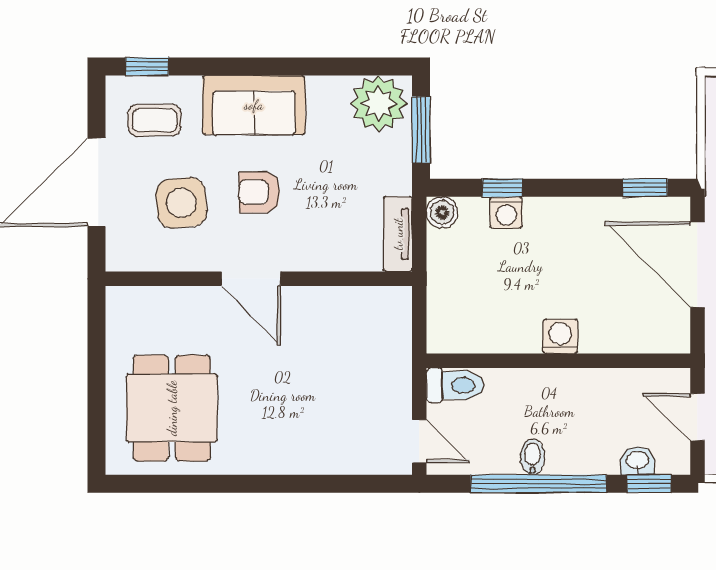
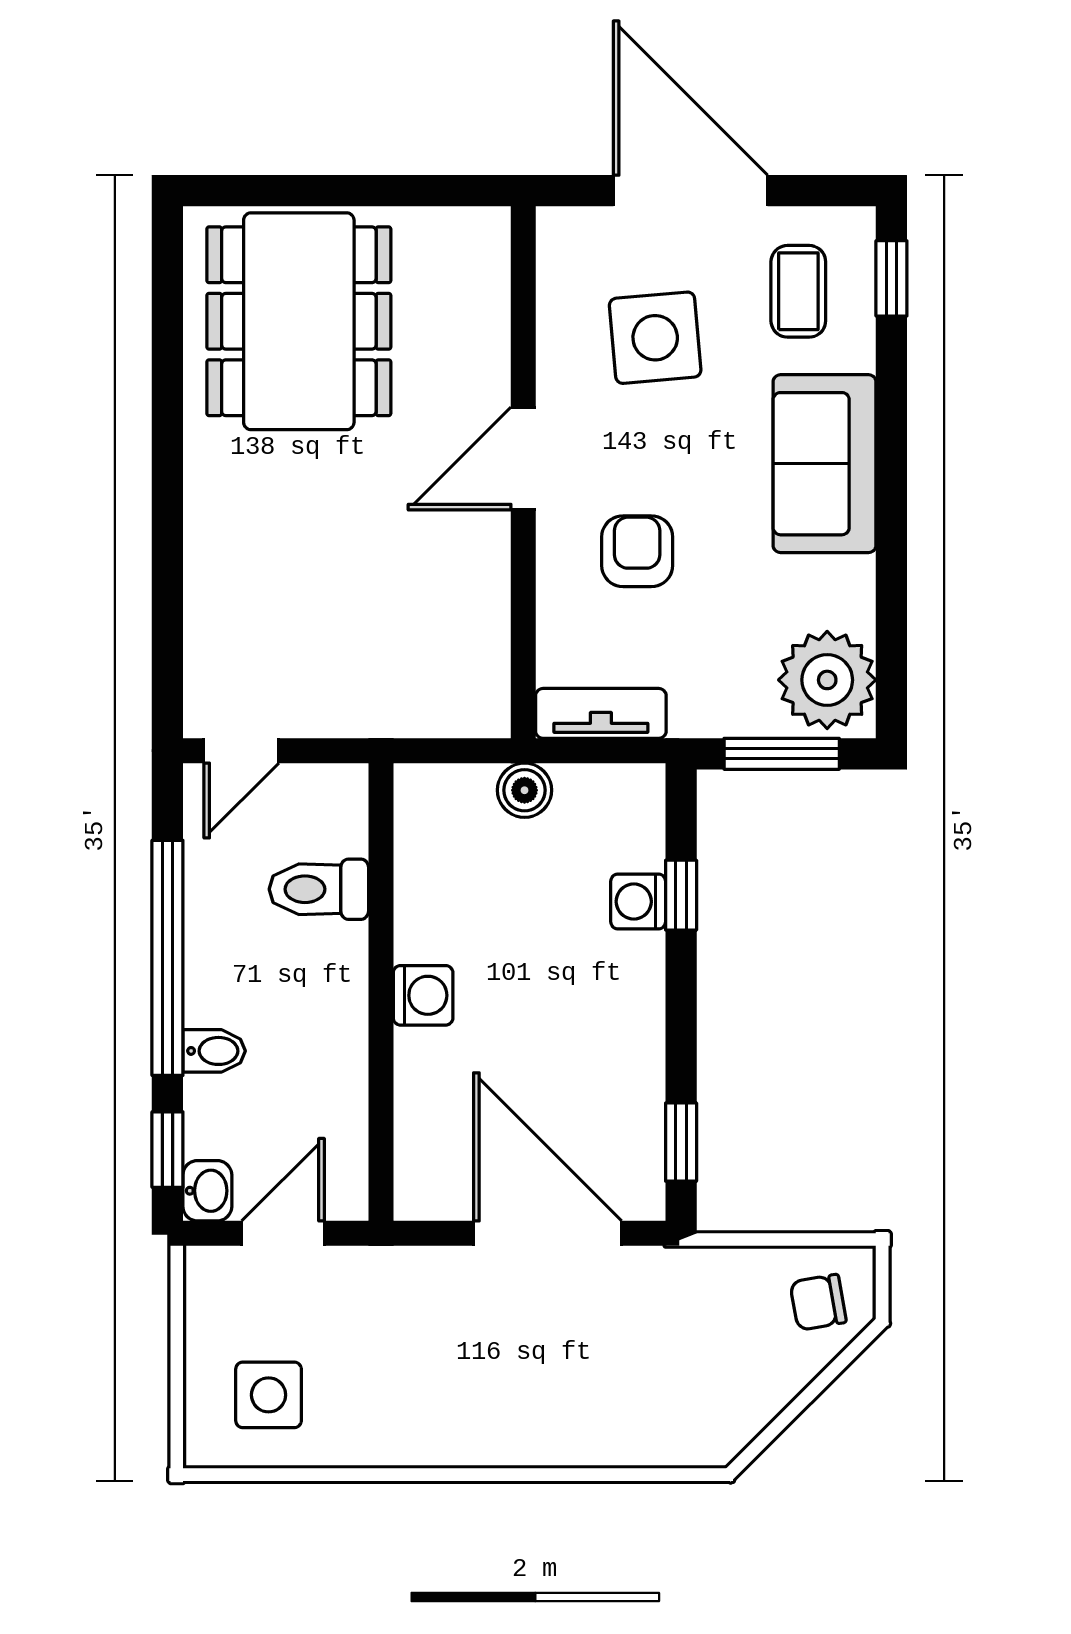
armchair: (259, 192) -> (637, 551), moved
boiler: (442, 212) -> (525, 790), moved
door: (697, 265) -> (548, 1233), hinge flipped
toilet: (455, 385) -> (319, 889), moved, turned 90
dining table: (172, 408) -> (299, 321), width x1.37
bidet: (533, 457) -> (214, 1051), moved
washbasin: (638, 461) -> (207, 1191), moved

